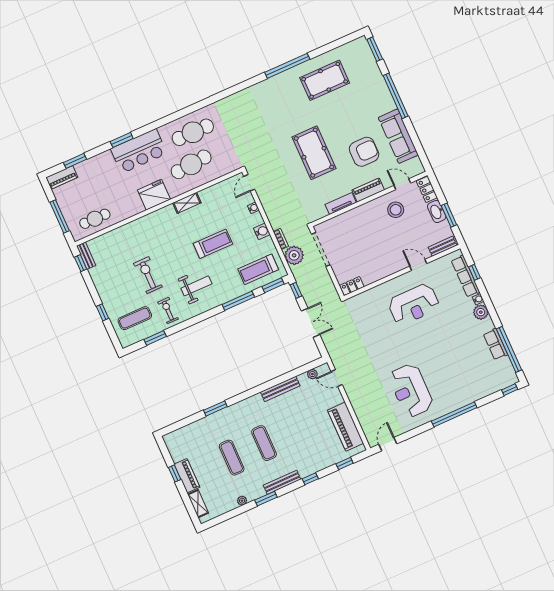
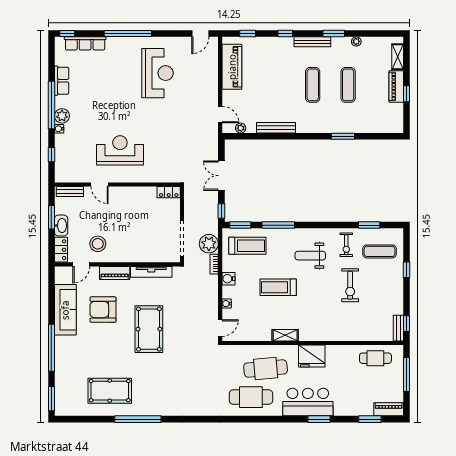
door: (402, 184) -> (81, 264), hinge flipped
tv unit: (341, 204) -> (151, 272), width x1.41
row of seats: (465, 276) -> (85, 43), moved, turned 90
window: (509, 349) -> (51, 105), moved

